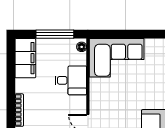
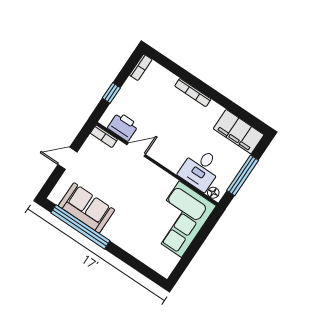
desk: (71, 80) -> (201, 169), moved

